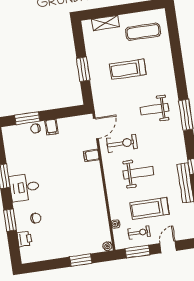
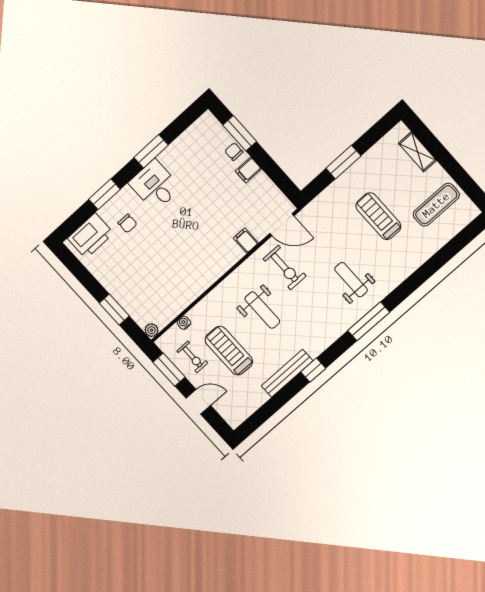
exercise mat: (143, 32) -> (436, 205), turned 90
printer: (25, 239) -> (91, 236), width x1.87, depth x1.48

